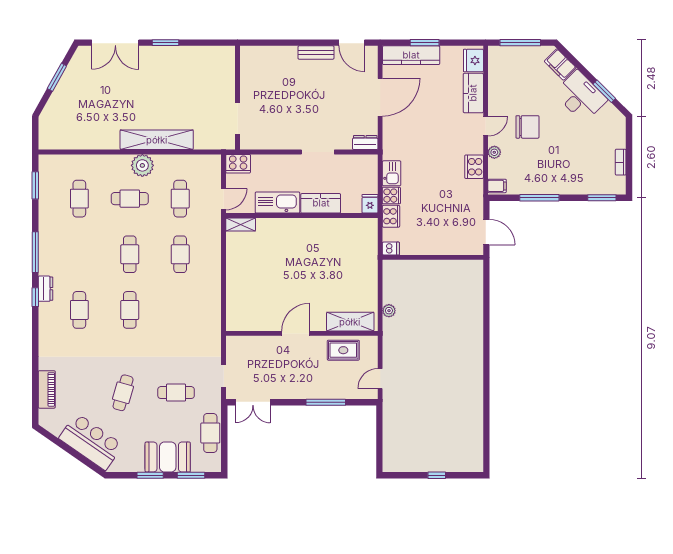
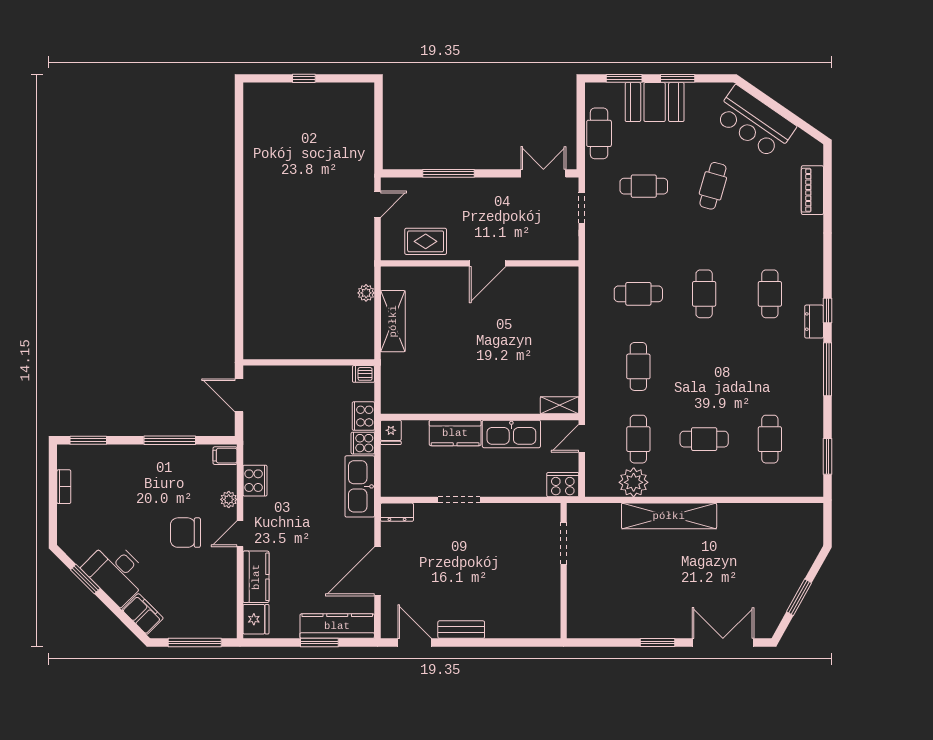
plant: (142, 165) -> (634, 482), moved
kitchen sink: (392, 173) -> (360, 486), width x1.88, depth x1.24
cafe table: (130, 254) -> (638, 294), moved, turned 90
shelving: (350, 322) -> (393, 321), moved, turned 90

